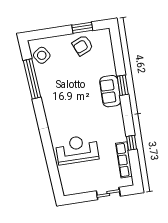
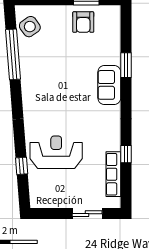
armchair: (83, 45) -> (83, 22), turned -67
window: (123, 85) -> (126, 65), moved
window: (52, 164) -> (22, 166), added

